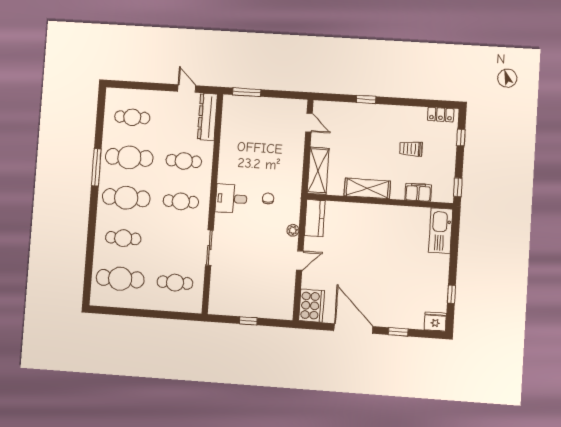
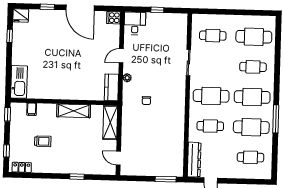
filing cabinet: (418, 192) -> (32, 109), width x0.50
desk: (231, 199) -> (135, 23), moved, turned -90
cafe table: (181, 201) -> (211, 96), width x1.37, depth x1.35
cooker: (311, 306) -> (113, 18), width x0.53, depth x0.76

